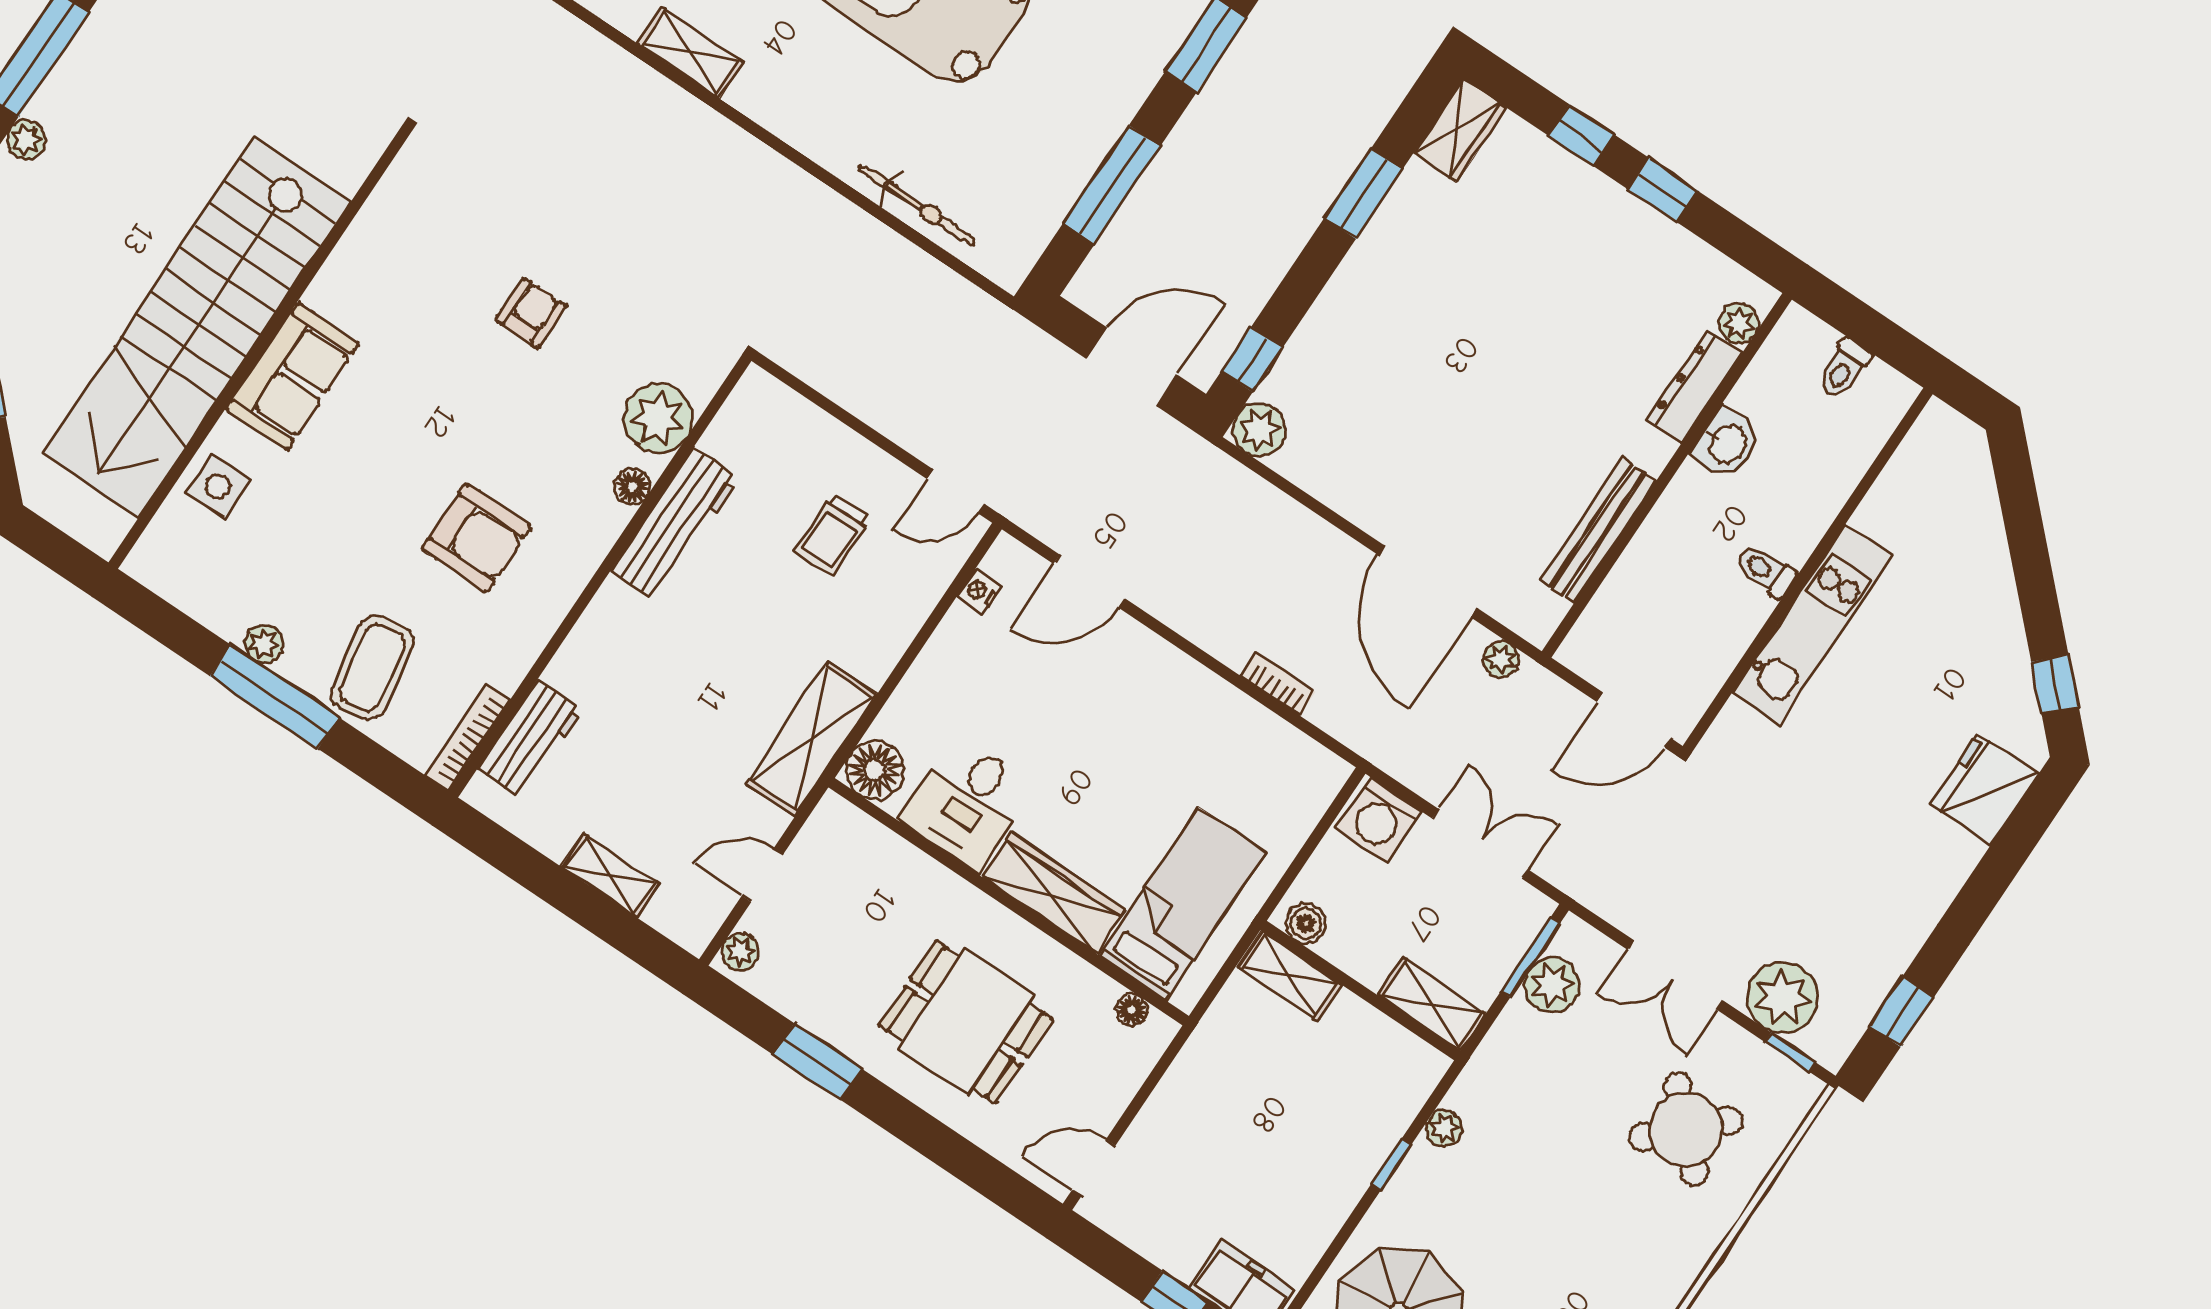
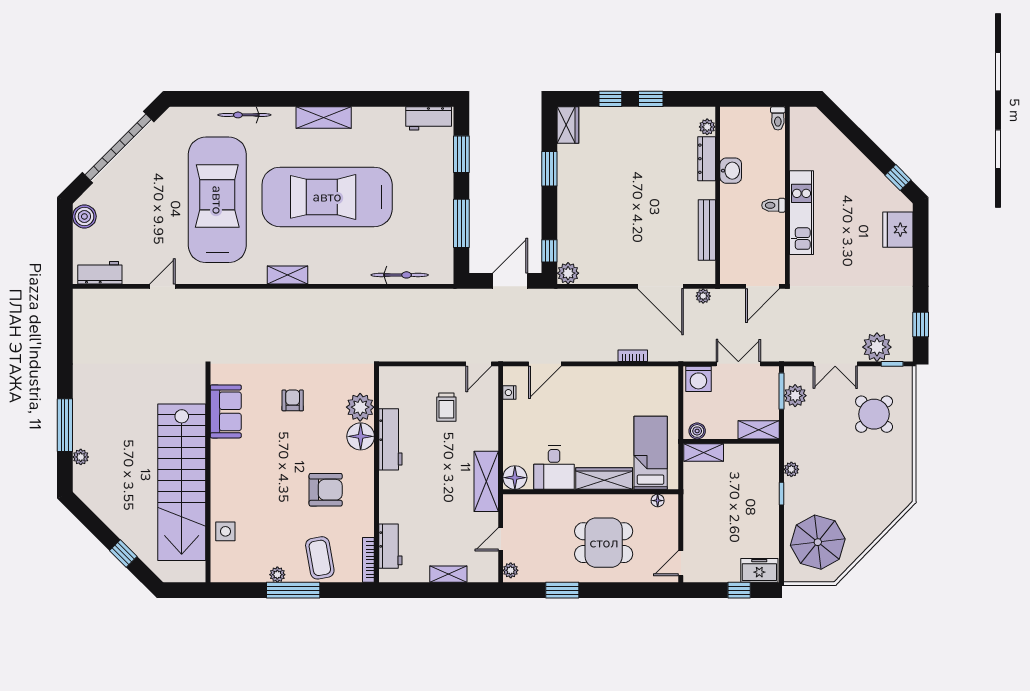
toilet: (1844, 369) -> (778, 118), moved
sofa: (292, 376) -> (226, 411), moved
floor lamp: (632, 487) -> (361, 436), width x1.89, depth x1.89

